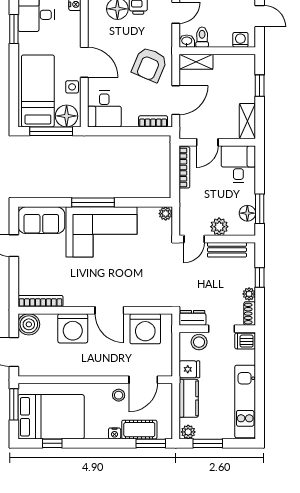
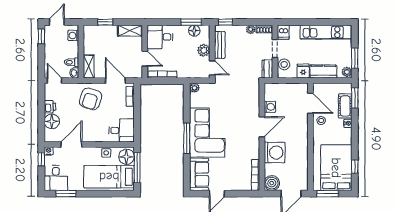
door: (84, 62) -> (71, 144), moved
armchair: (150, 65) -> (91, 99), turned 85
window: (260, 277) -> (225, 22), moved
washing machine: (145, 329) -> (270, 107), width x0.53, depth x0.53

